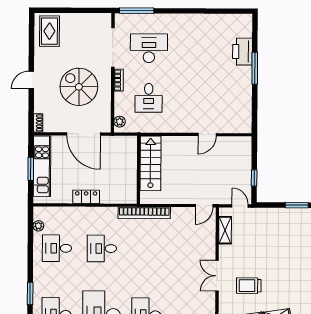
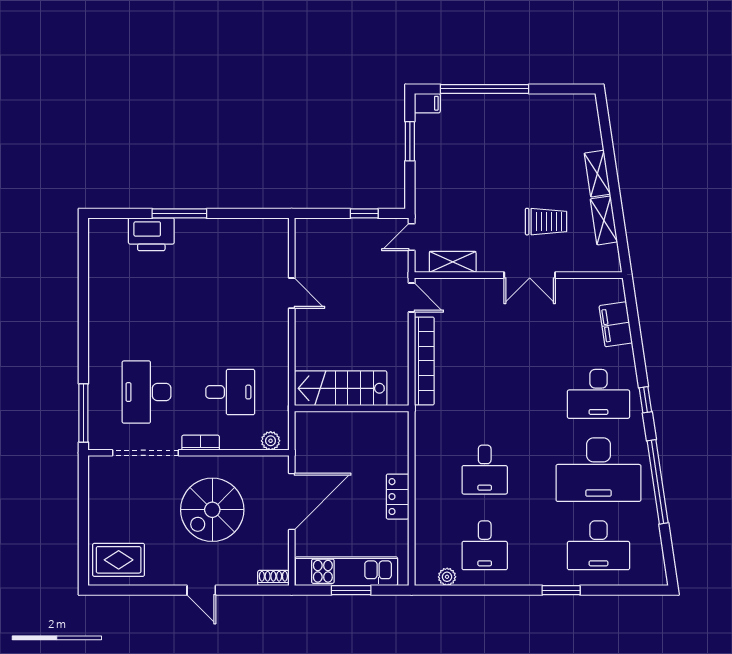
bookcase: (144, 213) -> (424, 361), moved
trolley: (249, 286) -> (546, 222), turned -90

